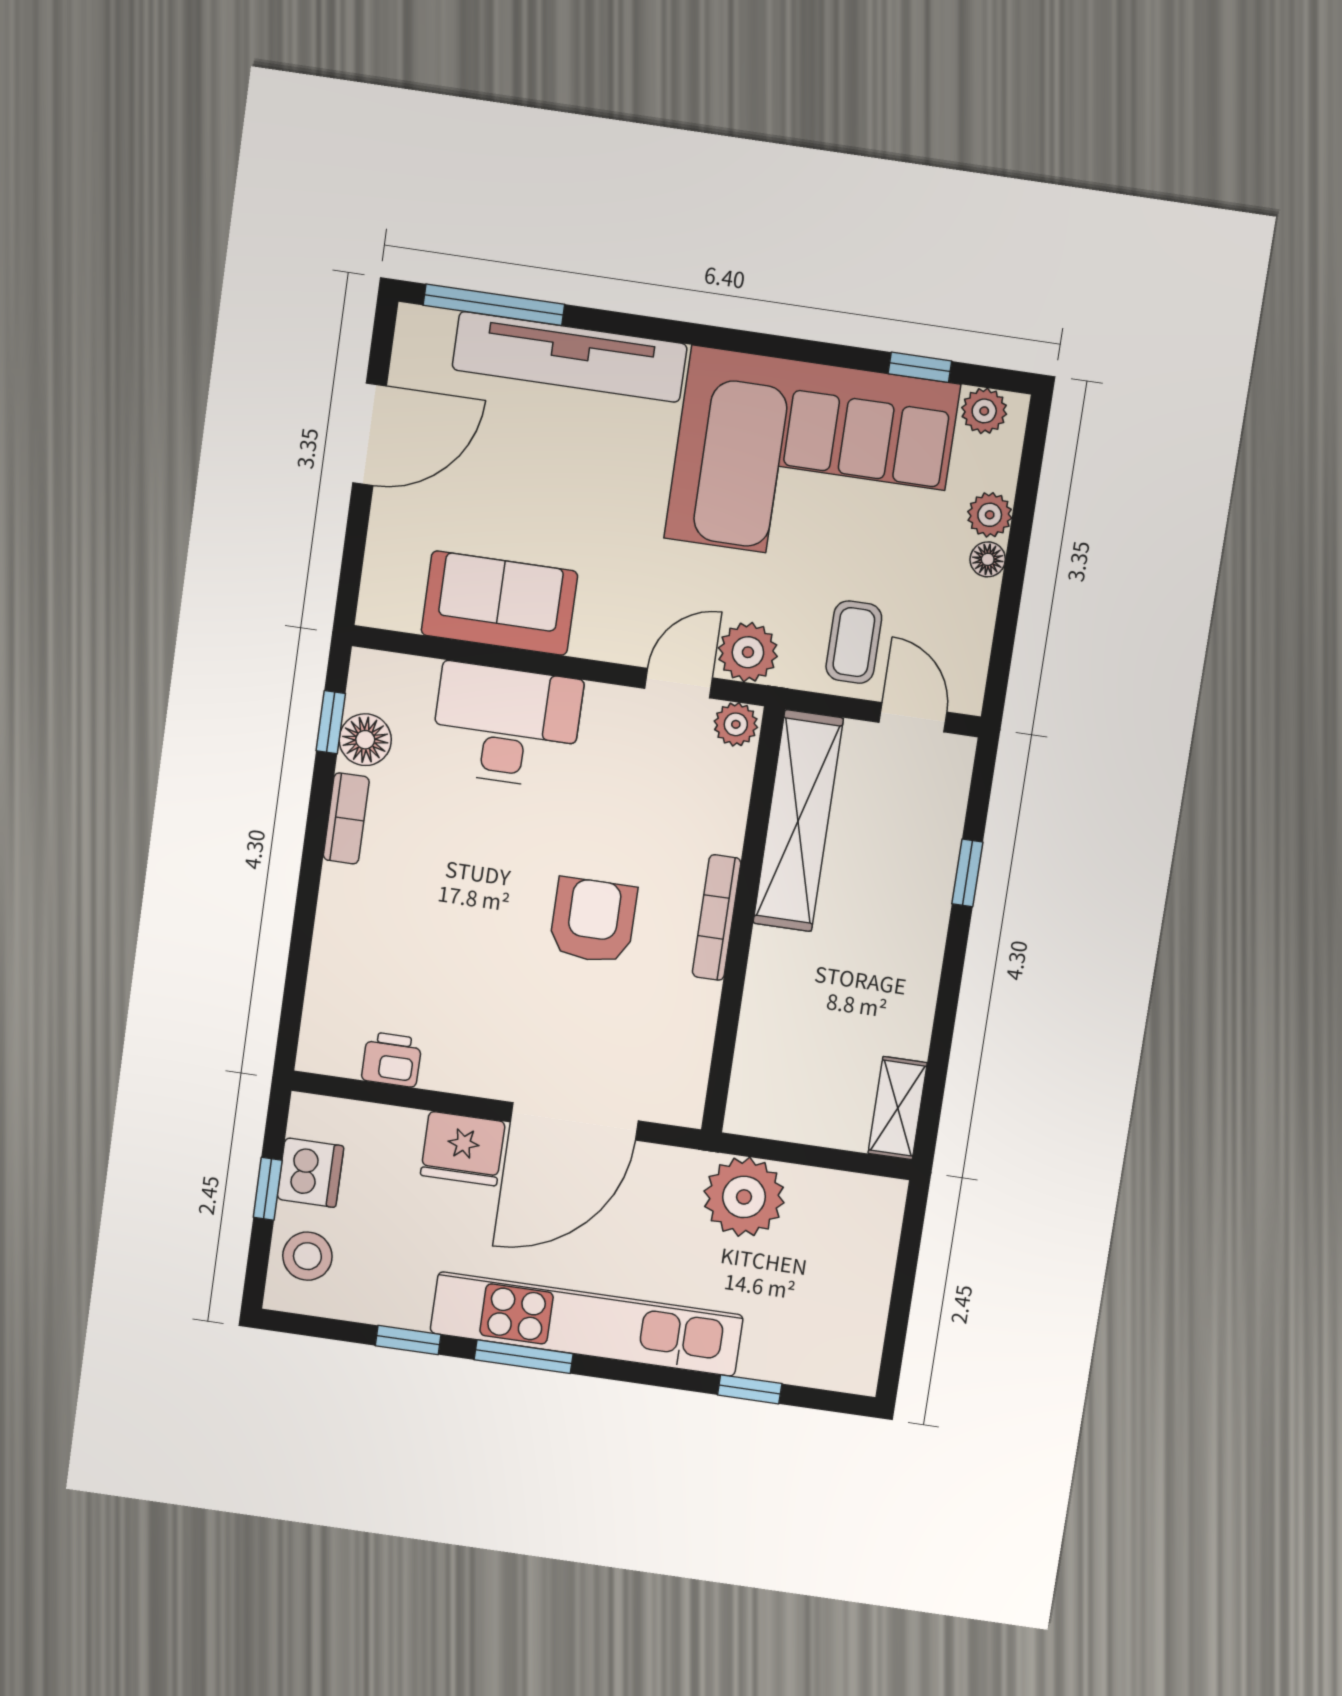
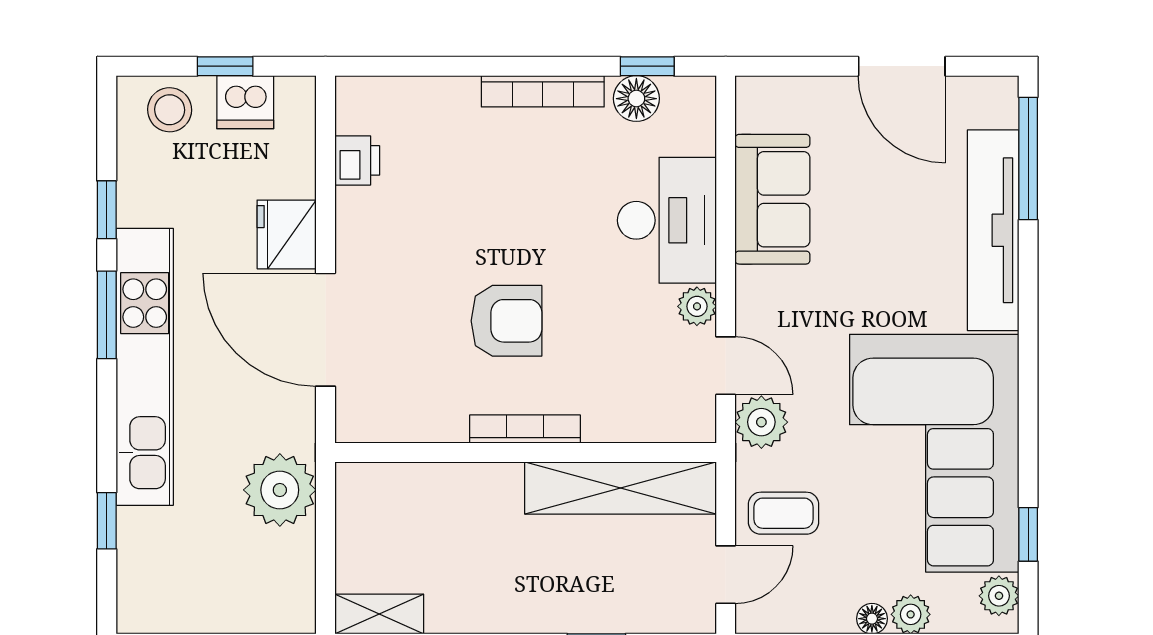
plant: (736, 724) -> (697, 306), moved
bookcase: (346, 818) -> (543, 91), width x1.56

